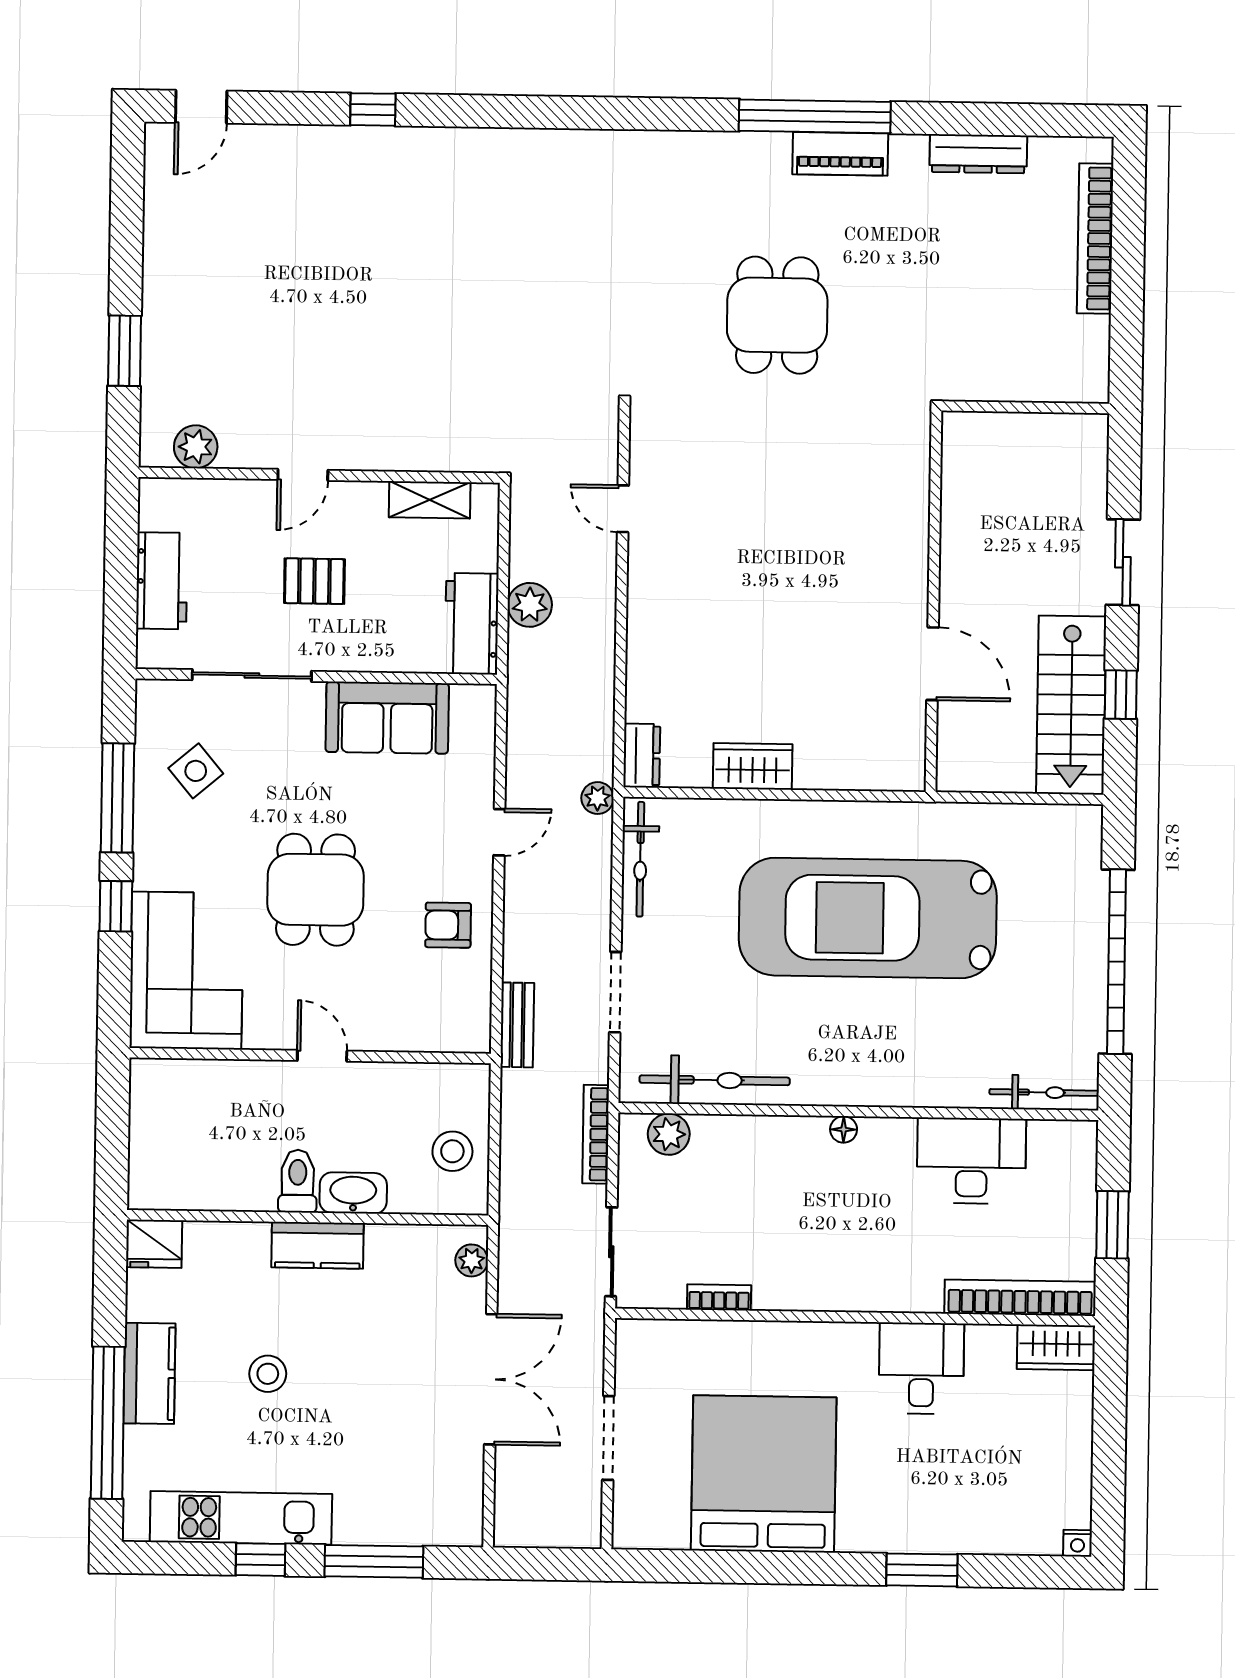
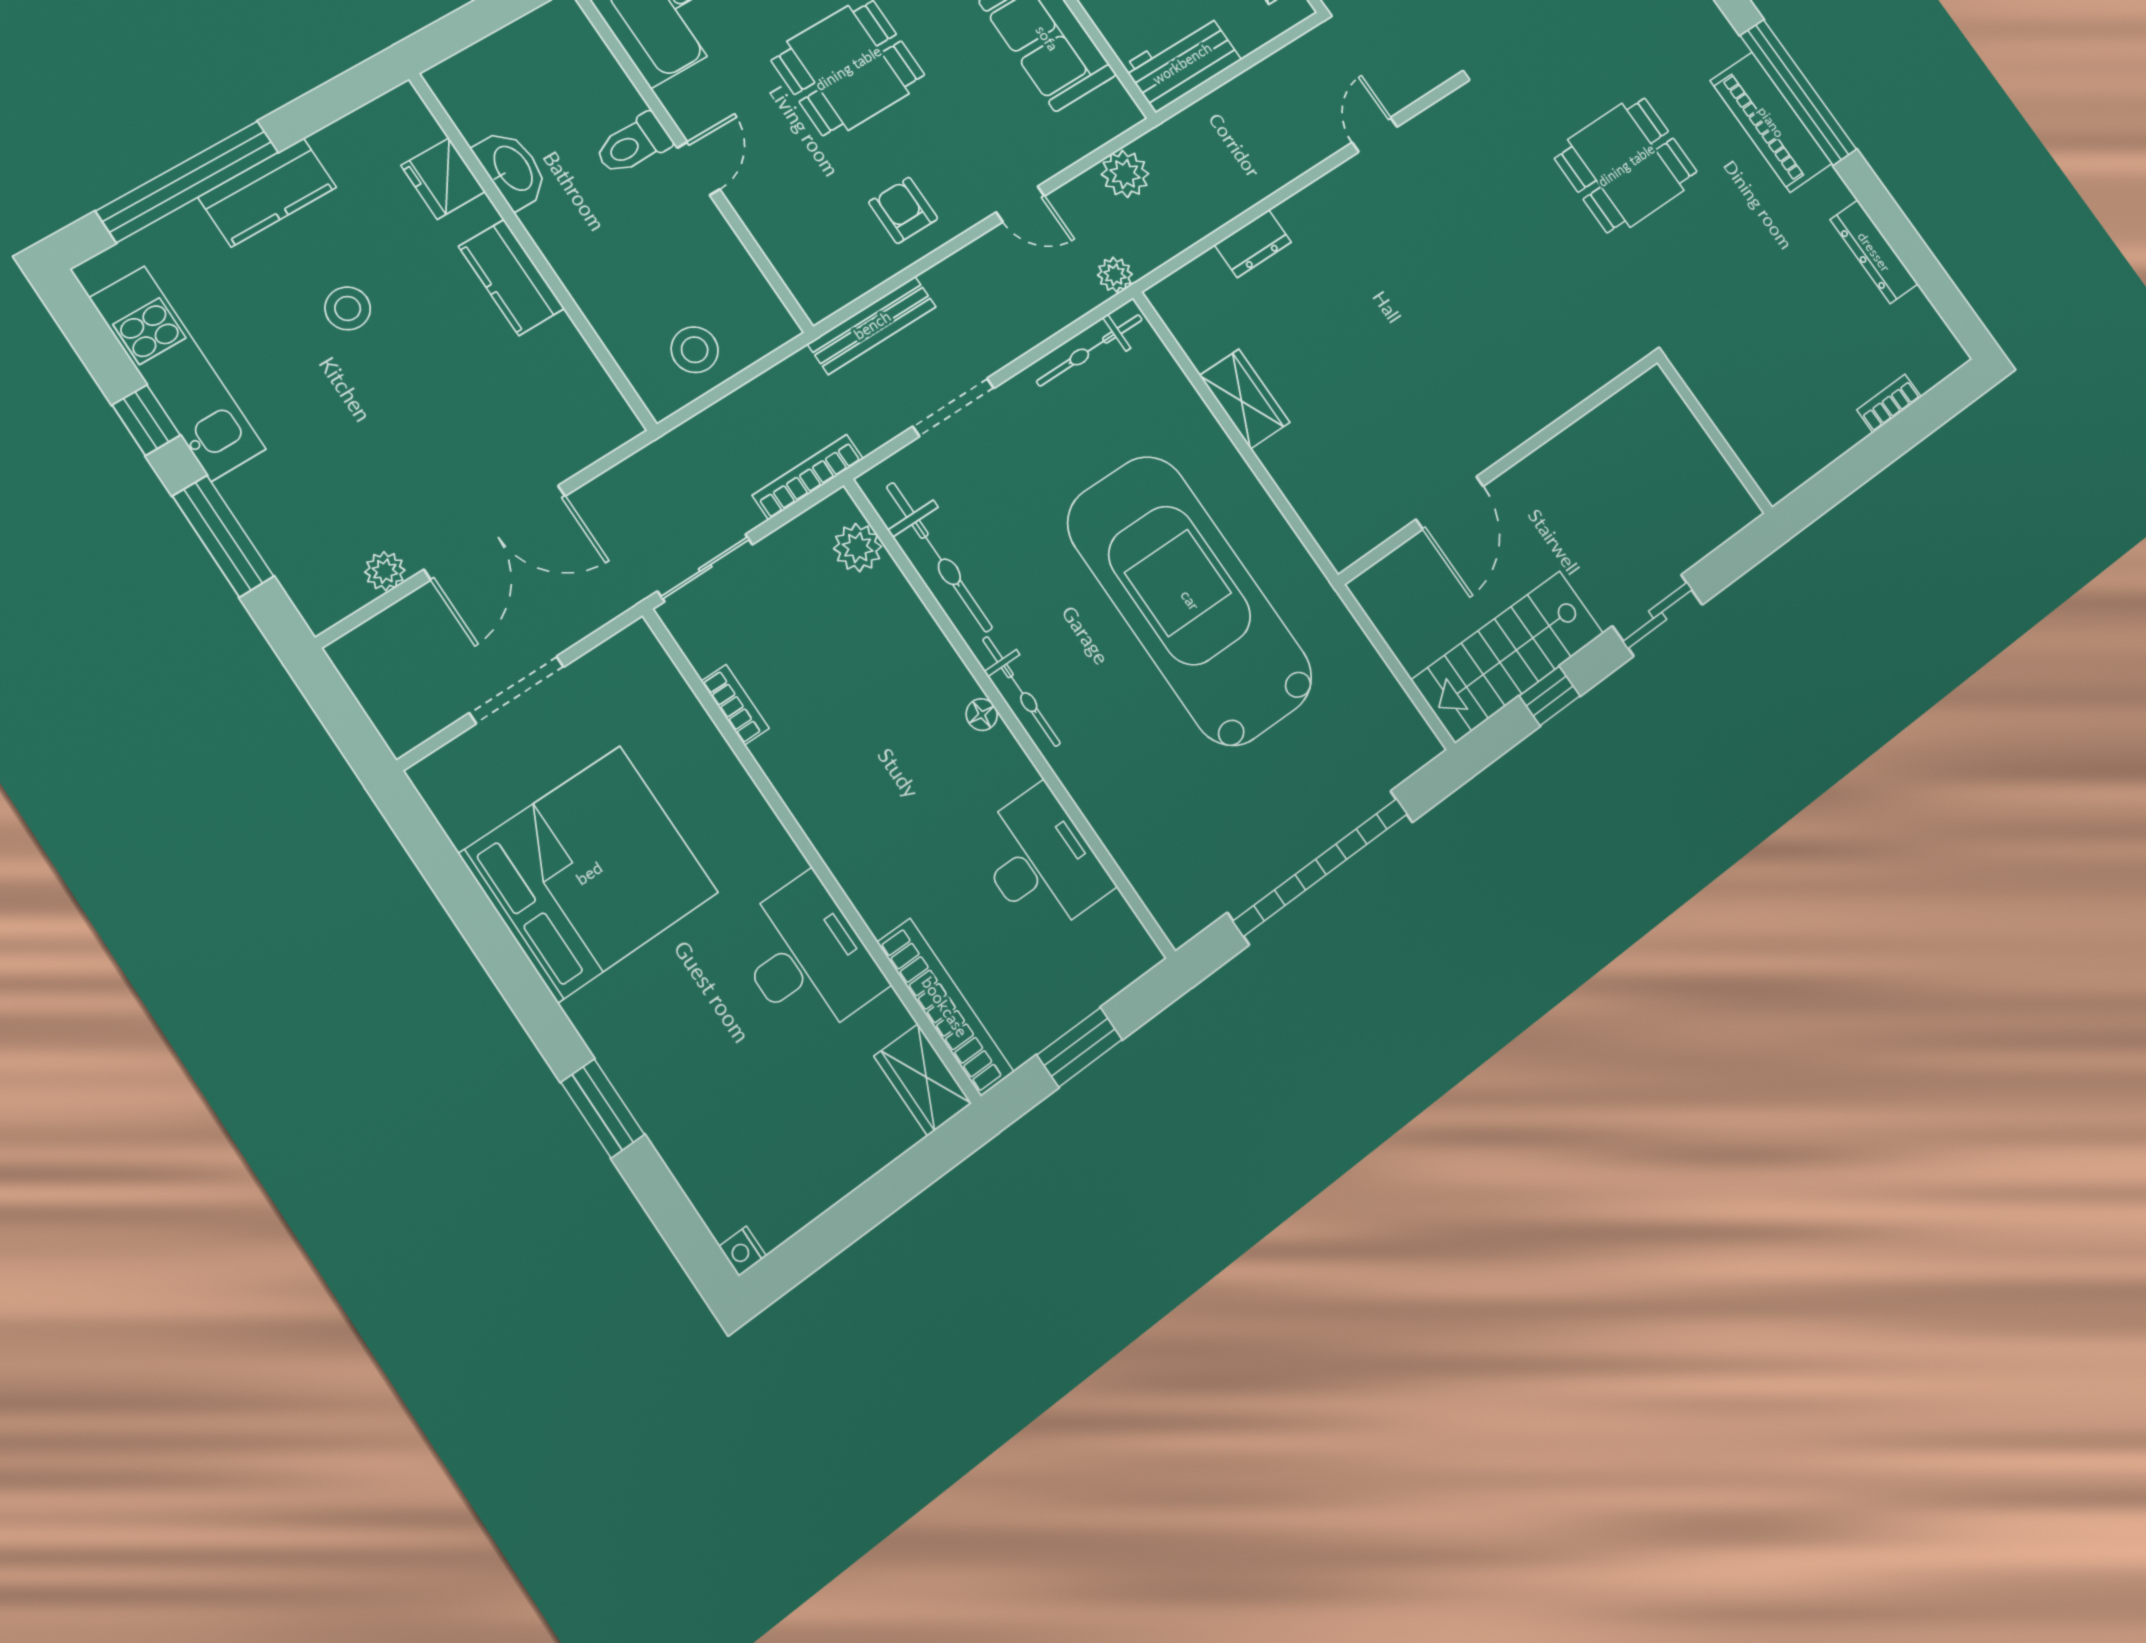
piano: (840, 154) -> (1771, 122), width x1.37, depth x1.33
bookcase: (1095, 238) -> (1889, 403), width x0.43, depth x0.76
plant: (530, 605) -> (1125, 174), moved
dresser: (642, 756) -> (1253, 244), moved
bench: (517, 1025) -> (872, 325), width x1.36
bicycle: (1044, 1092) -> (1021, 691), moved
toilet: (298, 1181) -> (633, 144), moved, turned 180
washbasin: (353, 1193) -> (512, 169), moved
fridge: (154, 1244) -> (443, 179), moved
plant: (472, 1260) -> (385, 571), moved
desk: (921, 1368) -> (807, 958), width x1.37

